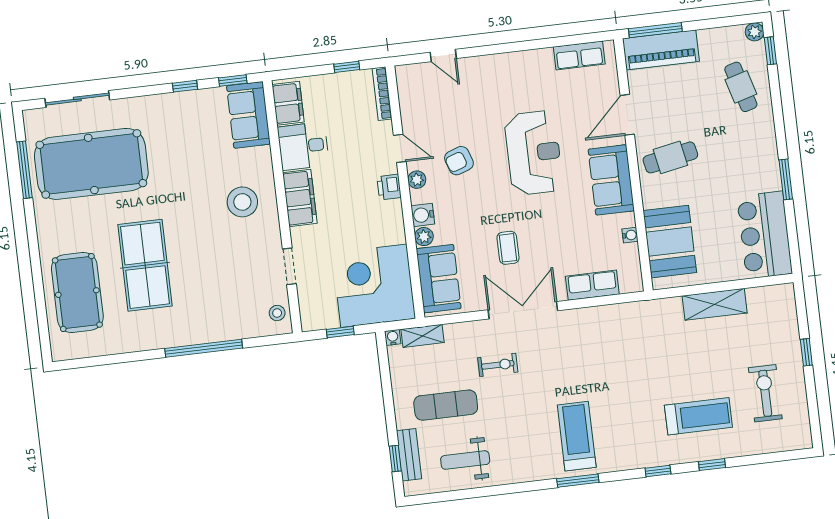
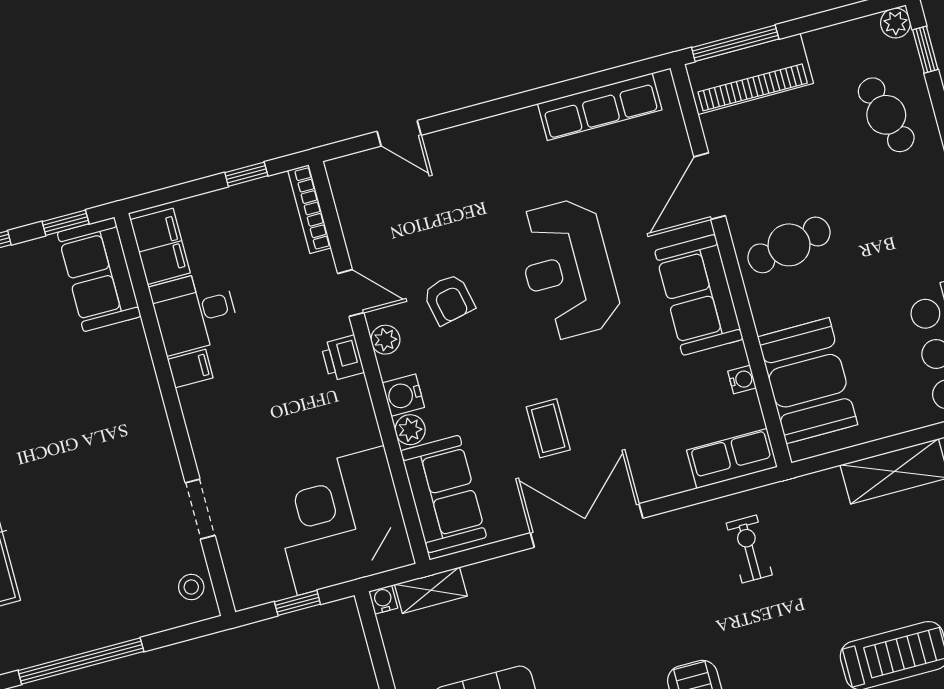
row of seats: (579, 55) -> (600, 107), width x1.48
reception desk: (534, 153) -> (568, 269), turned 180
armchair: (459, 161) -> (449, 299), turned -83
filing cabinet: (300, 198) -> (190, 369), width x0.33, depth x0.86
stool: (242, 202) -> (109, 416), removed
row of seats: (592, 285) -> (732, 459), moved
exercise bike: (498, 365) -> (749, 549), moved, turned -90

